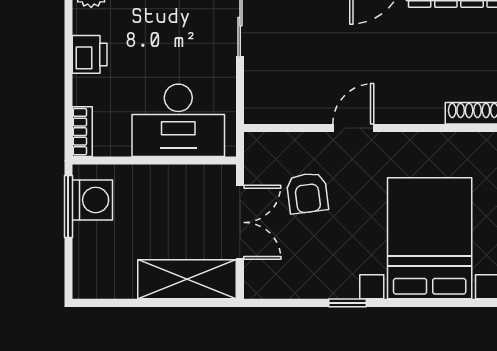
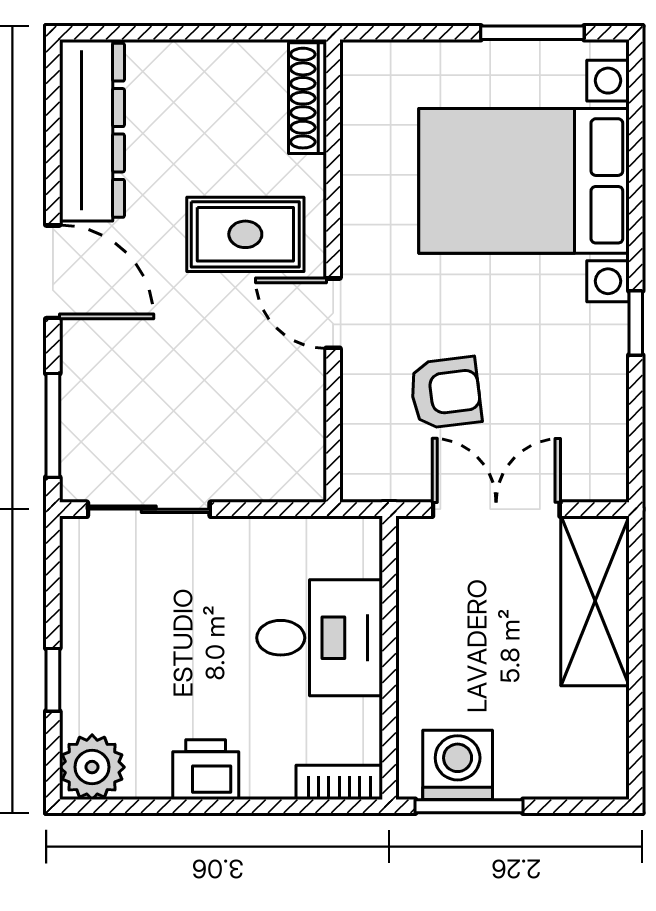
rug: (399, 77) -> (245, 234), added
desk: (178, 120) -> (320, 638), width x0.73

